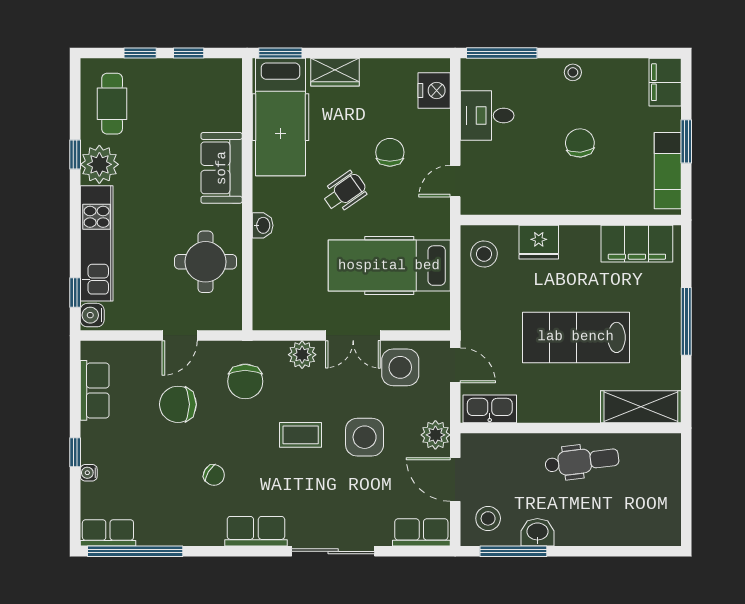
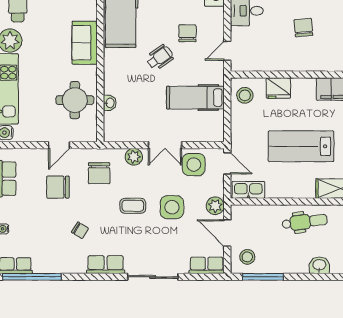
washbasin: (263, 225) -> (110, 103), moved
hospital bed: (389, 266) -> (195, 98), width x0.73, depth x0.78
washbasin: (537, 532) -> (319, 265), moved

